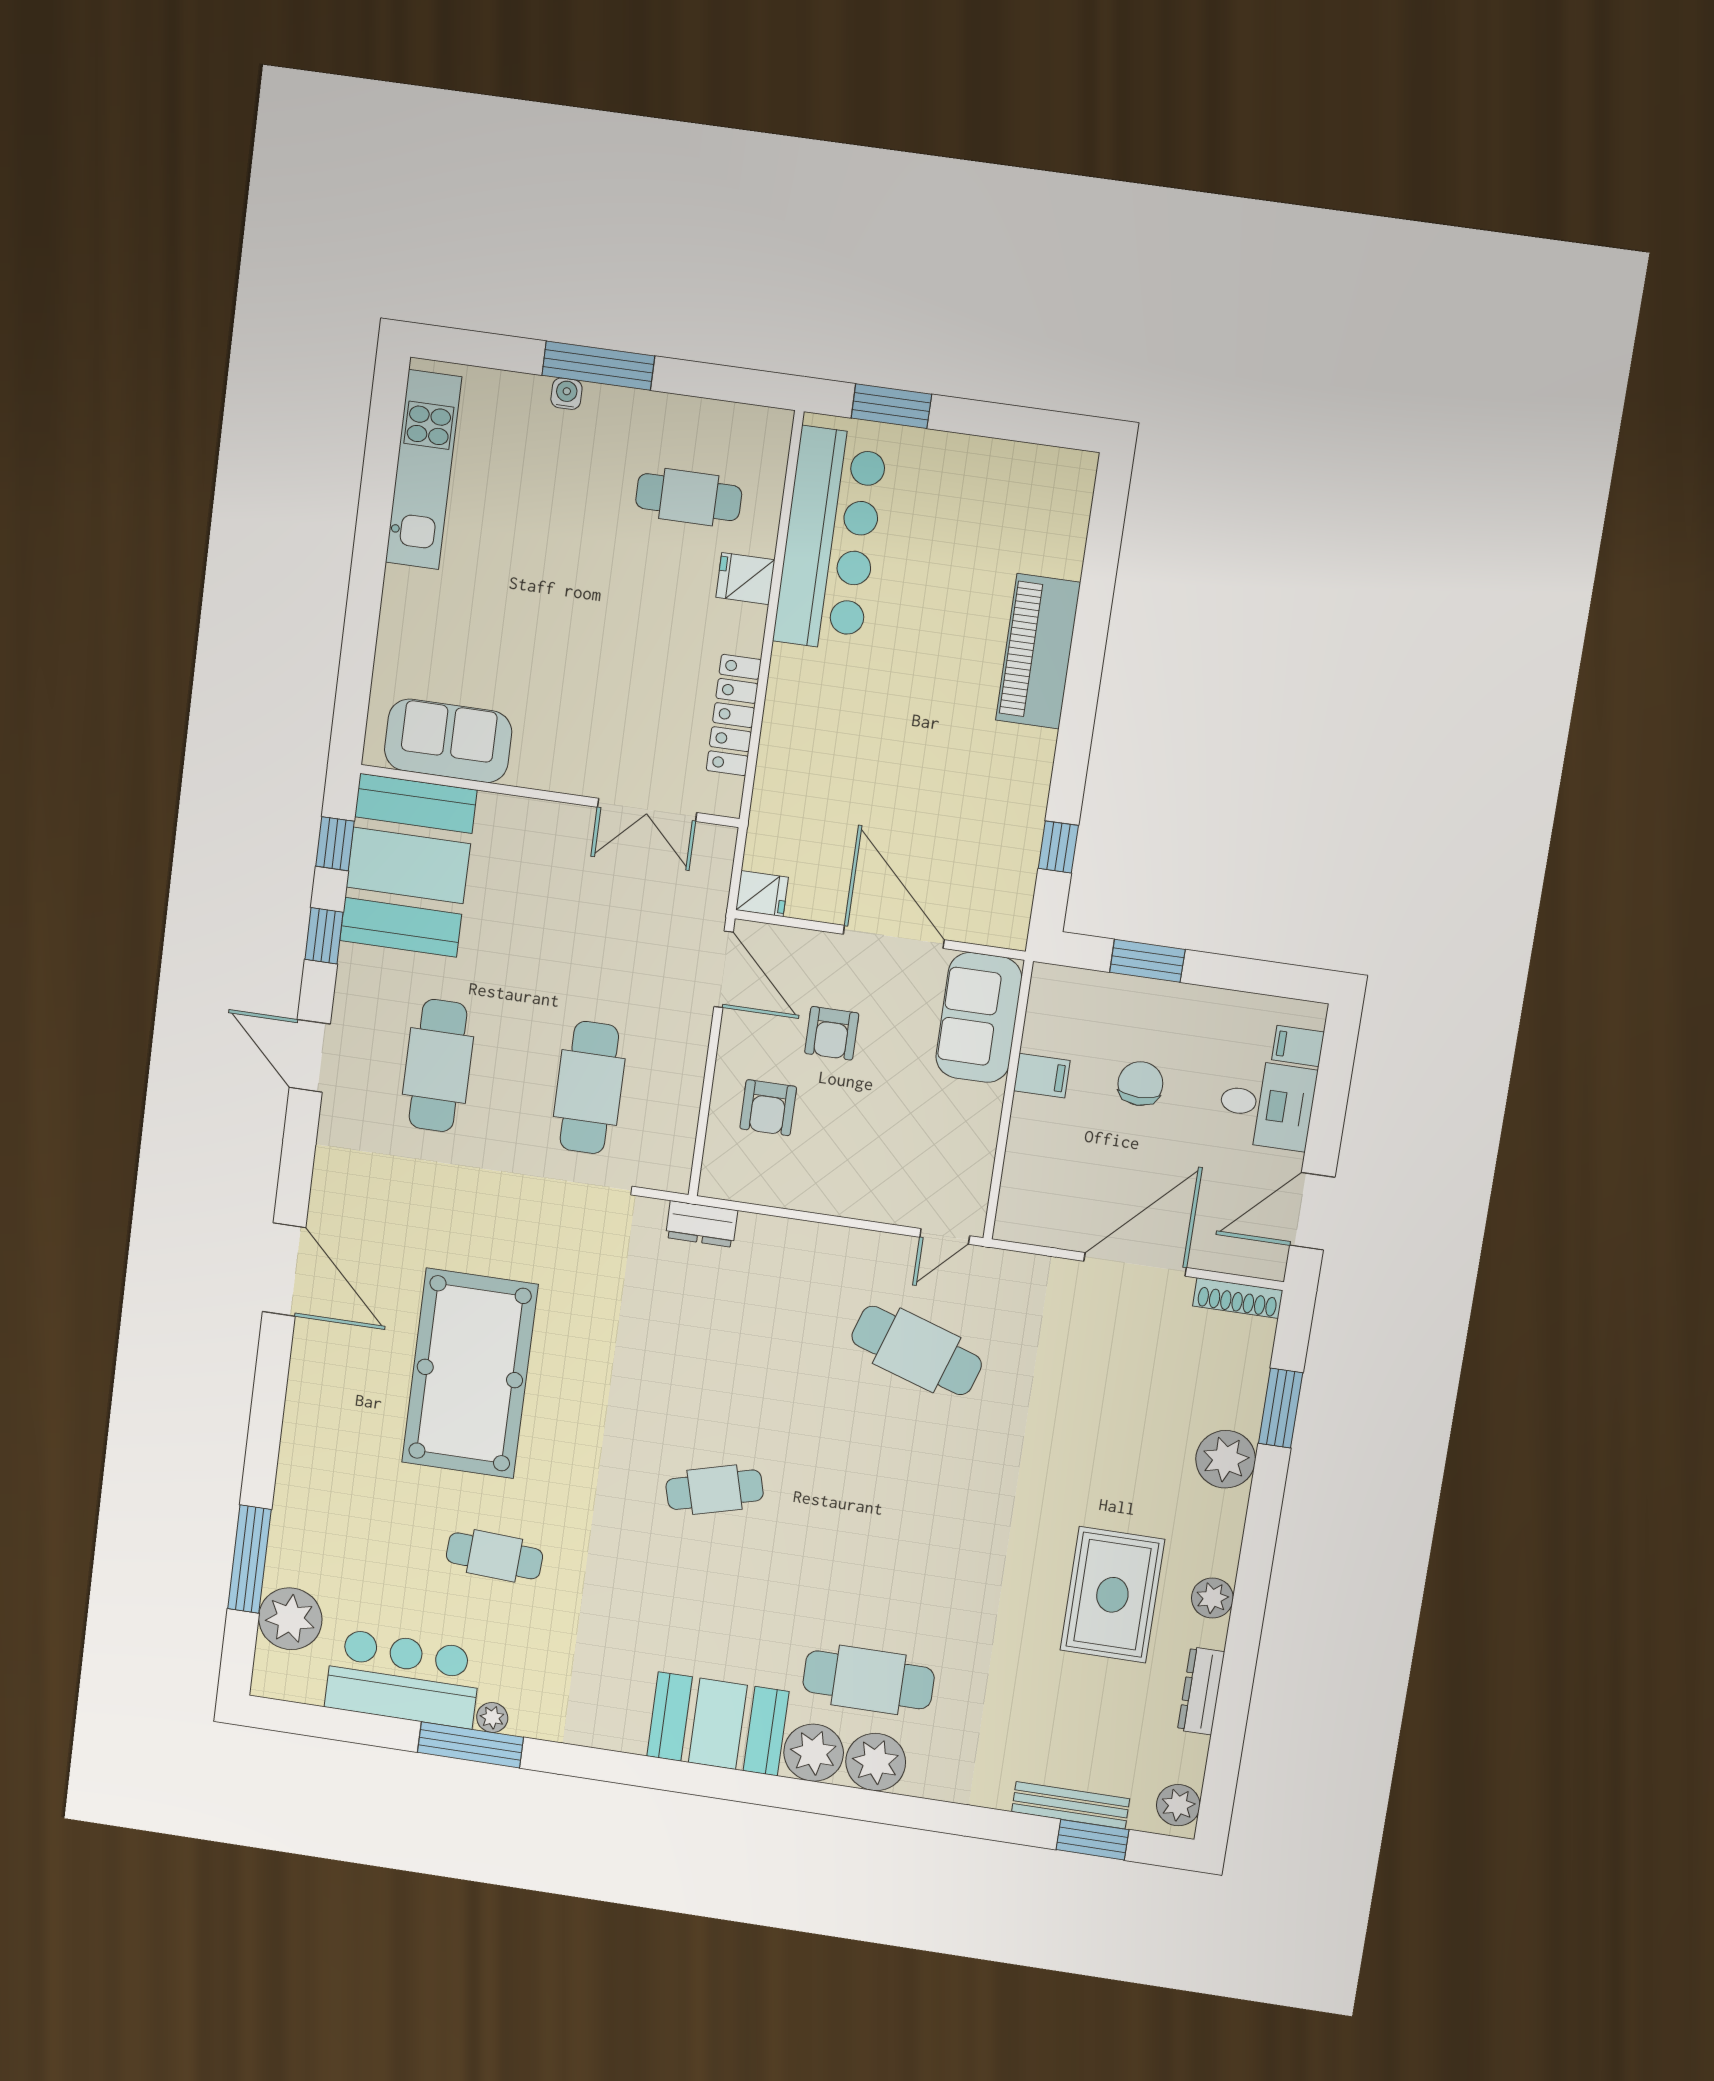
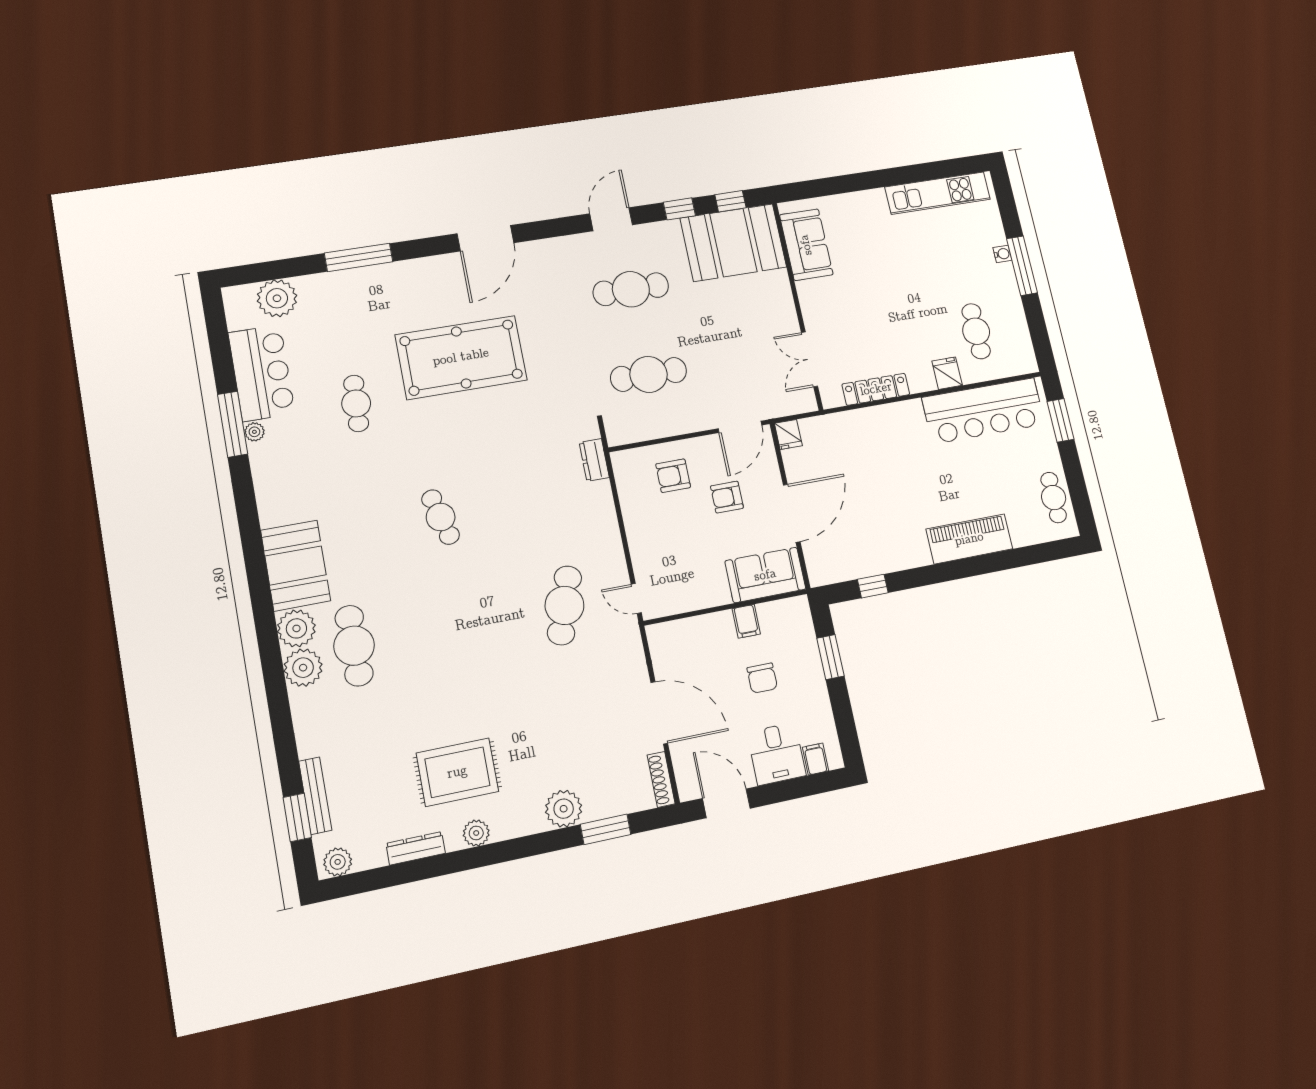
cafe table: (1019, 473) -> (1054, 498), added
chair: (1140, 1084) -> (762, 678), turned 90
window: (249, 1559) -> (359, 257), moved

